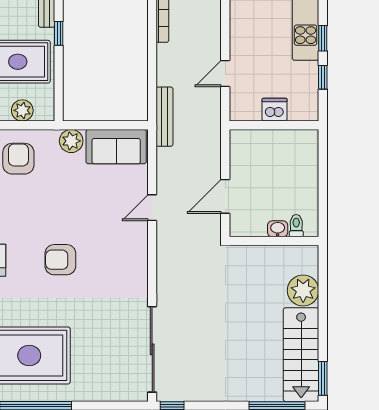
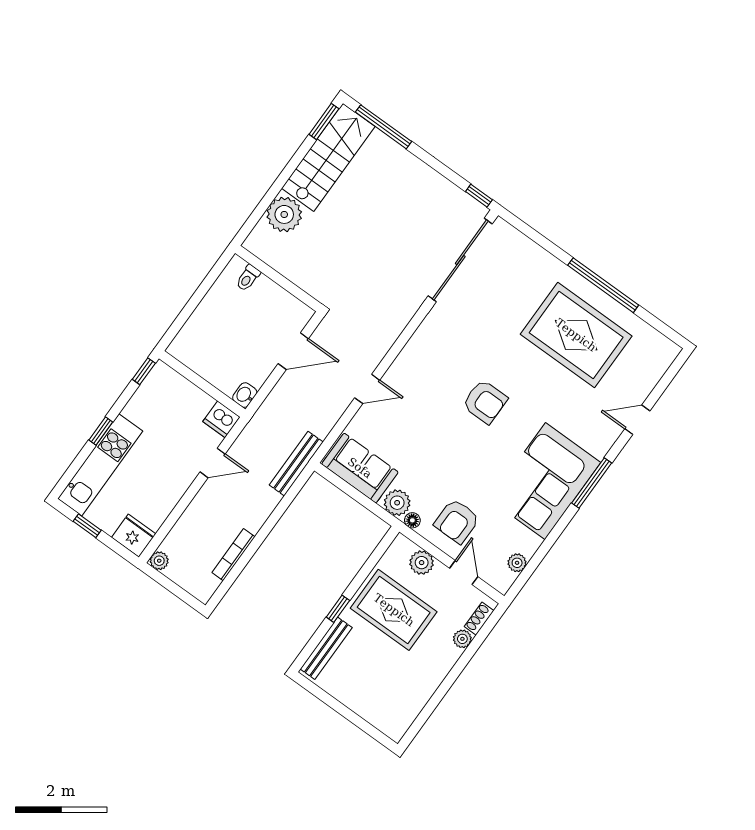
window: (323, 77) -> (144, 371), moved
dishwasher: (275, 110) -> (221, 419), moved
floor lamp: (51, 136) -> (412, 520), added
washbasin: (278, 229) -> (245, 395), moved, turned 90

